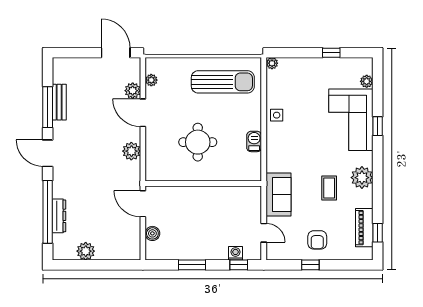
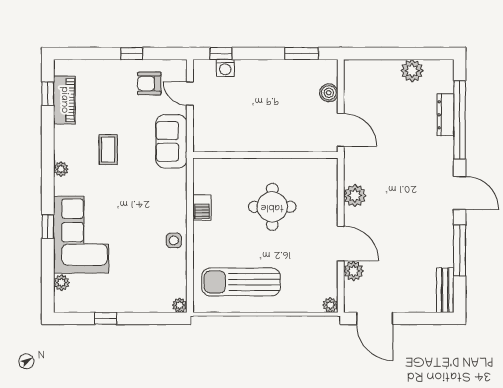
plant: (151, 80) -> (330, 305), moved
bench: (59, 102) -> (445, 290), moved
plant: (362, 178) -> (61, 169), width x0.53, depth x0.53
armchair: (317, 240) -> (149, 83), moved, turned -90
window: (192, 265) -> (302, 54), moved

